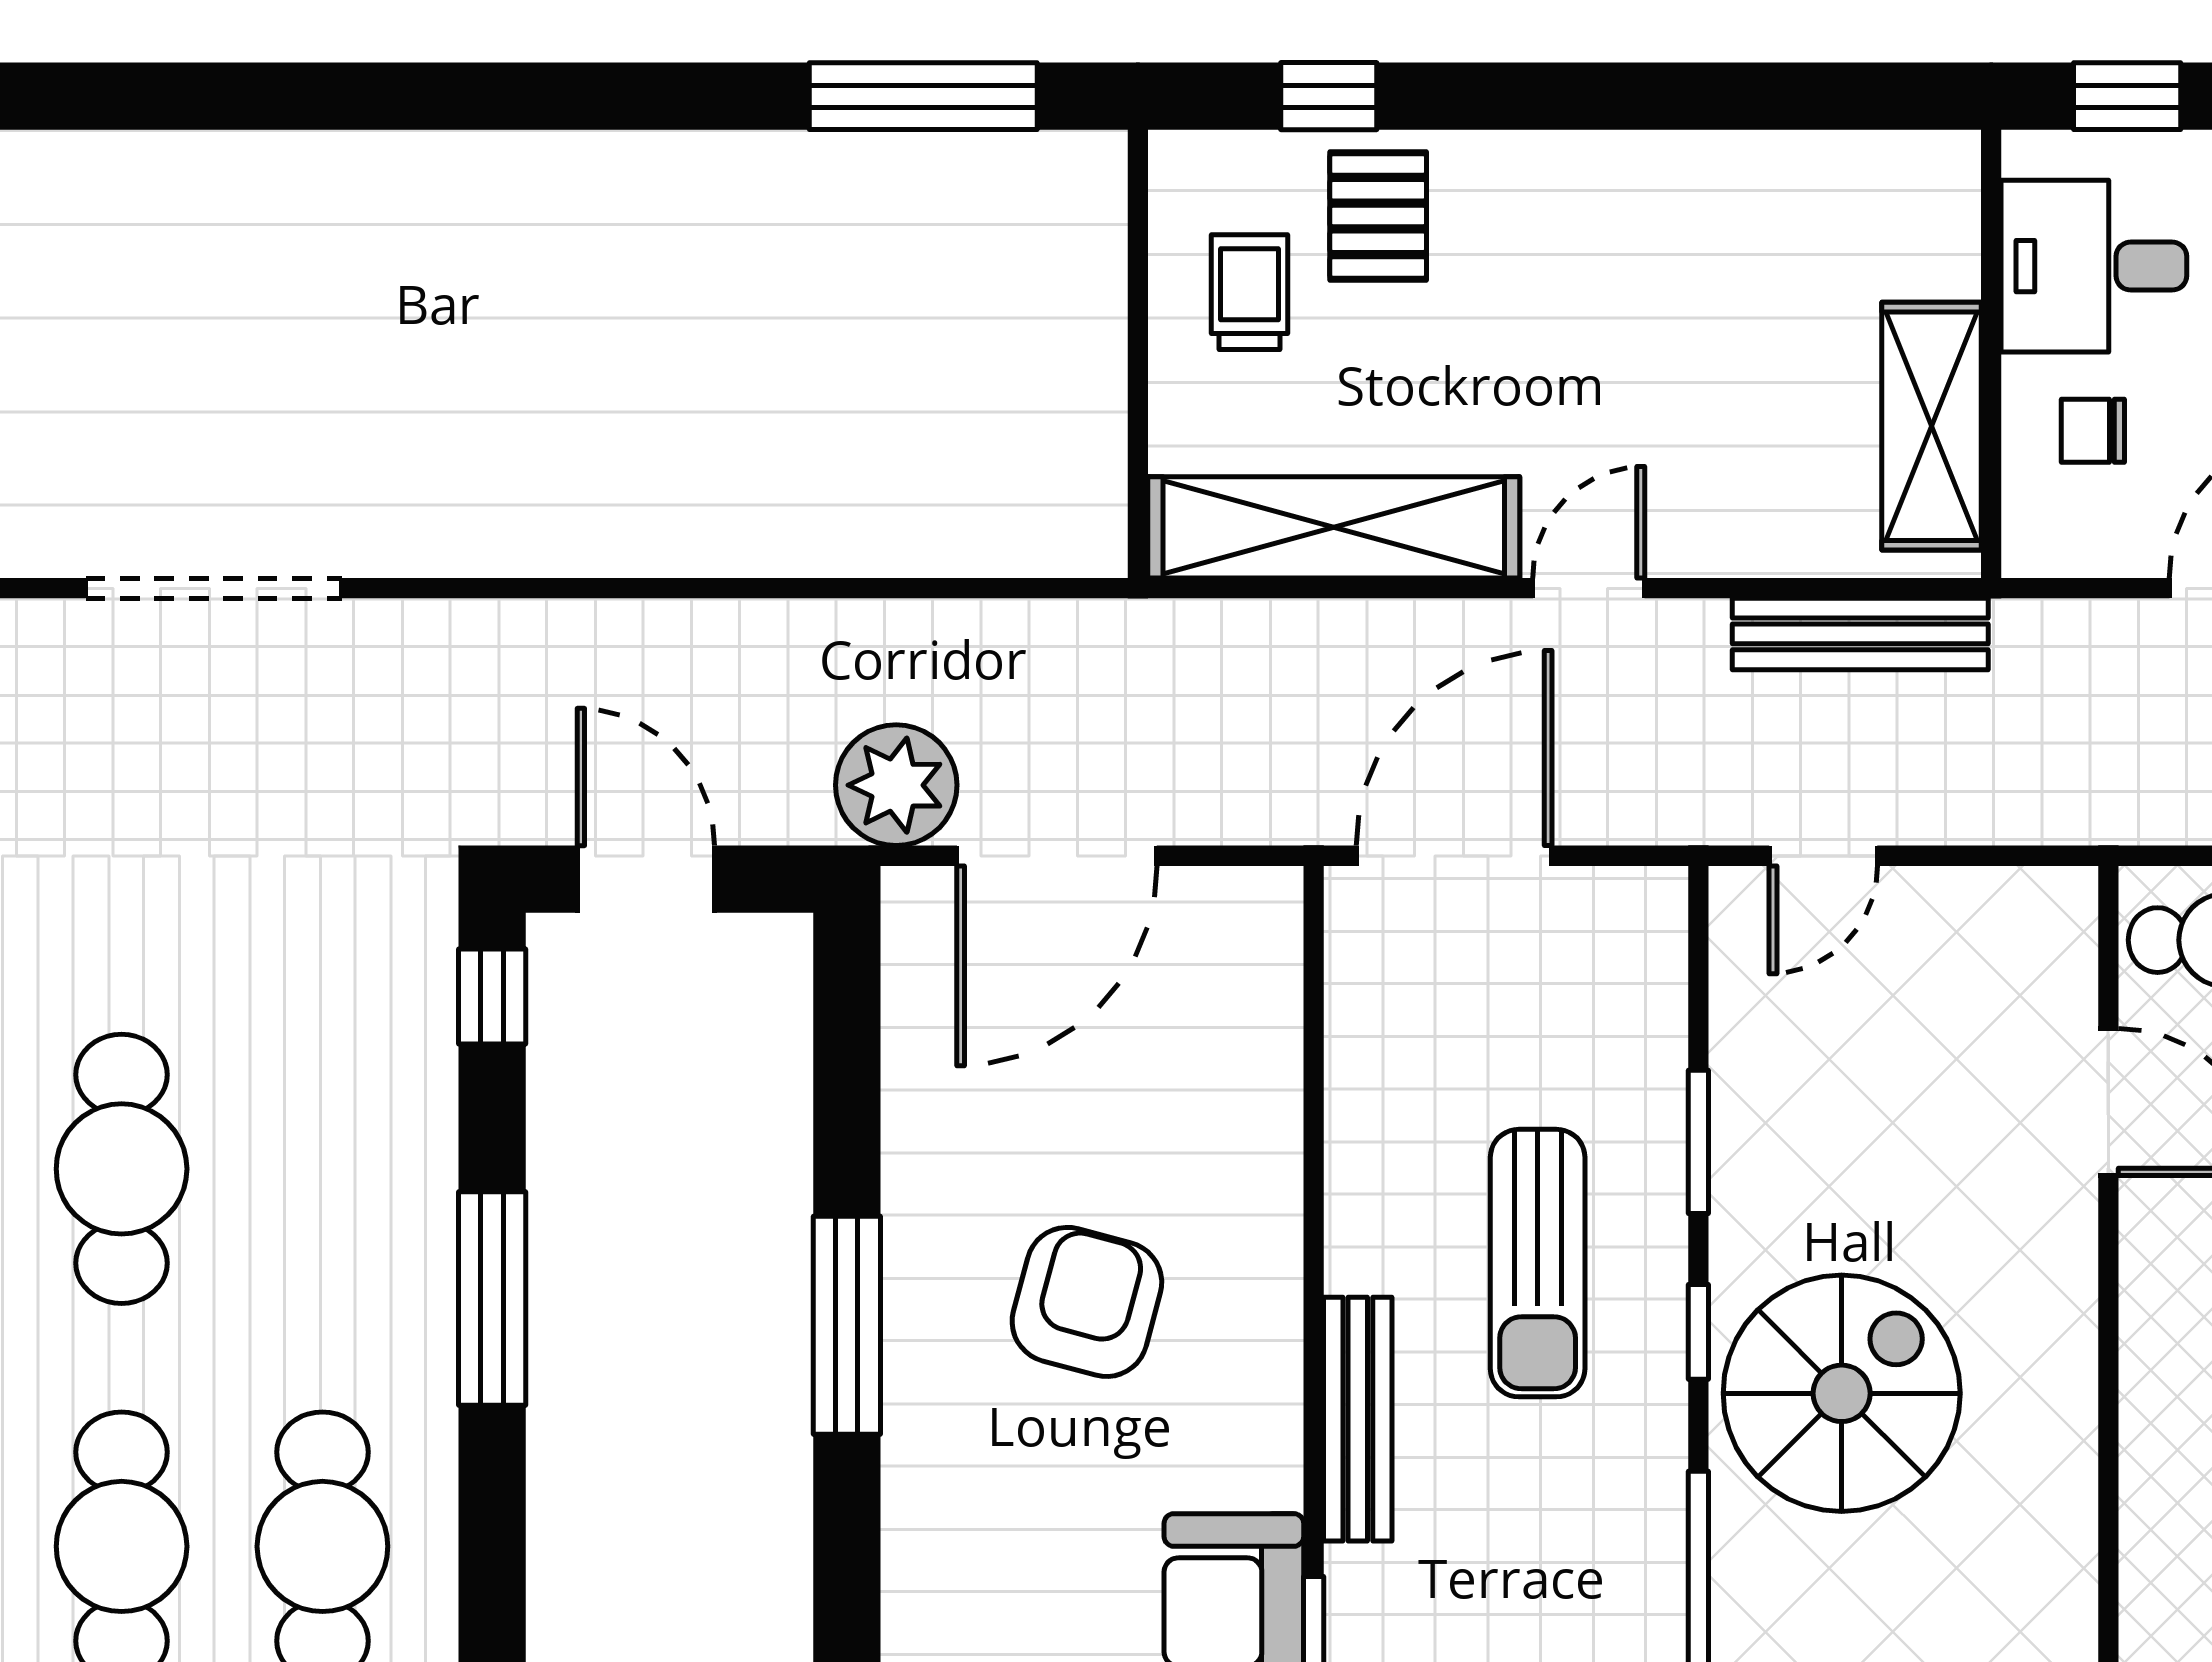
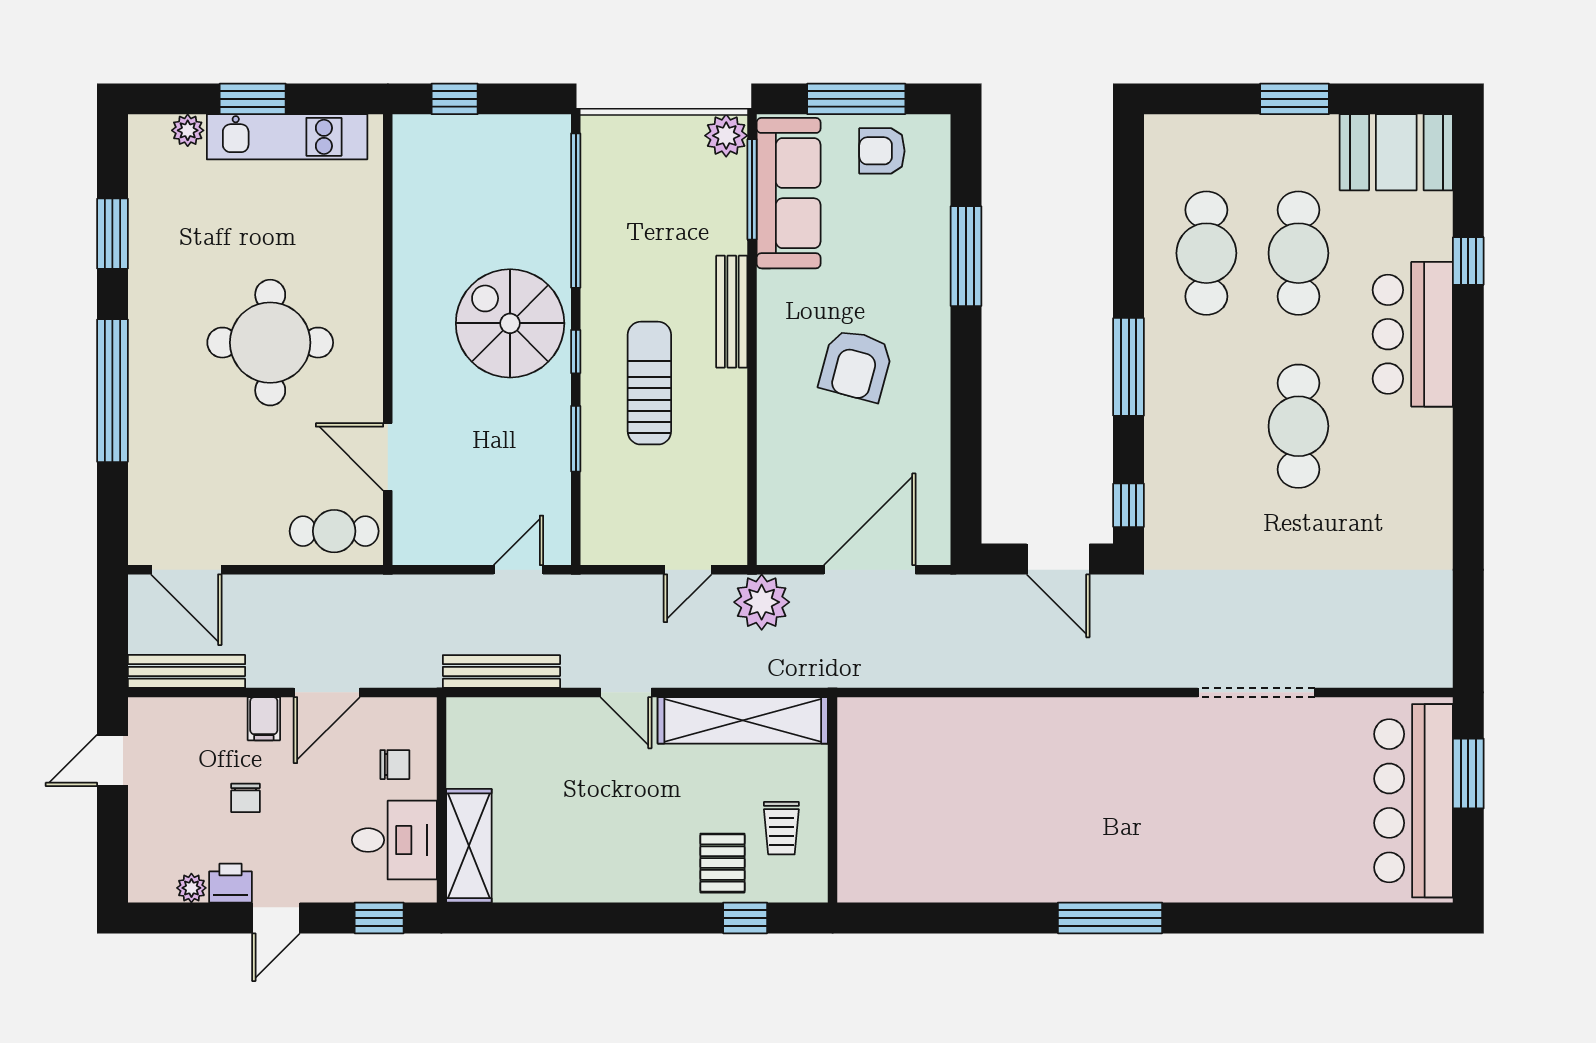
window: (923, 96) -> (1110, 918), moved
shelving: (1932, 426) -> (469, 846), moved
door: (1589, 588) -> (626, 692), hinge flipped
plant: (896, 785) -> (762, 602), moved
door: (1454, 856) -> (688, 570), width x0.53
window: (847, 1325) -> (966, 256), moved
spiral stairs: (1842, 1393) -> (510, 323), turned 90

